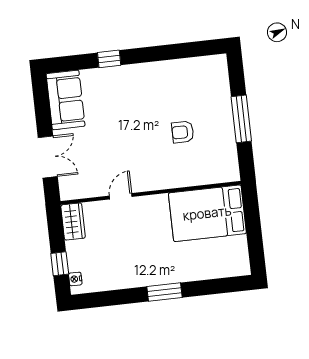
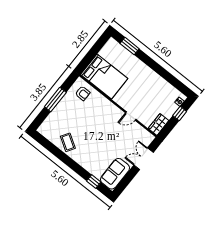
window: (109, 59) -> (94, 181), moved
coffee table: (169, 79) -> (68, 142), added
armchair: (183, 132) -> (83, 93), moved
window: (164, 292) -> (130, 46), moved

